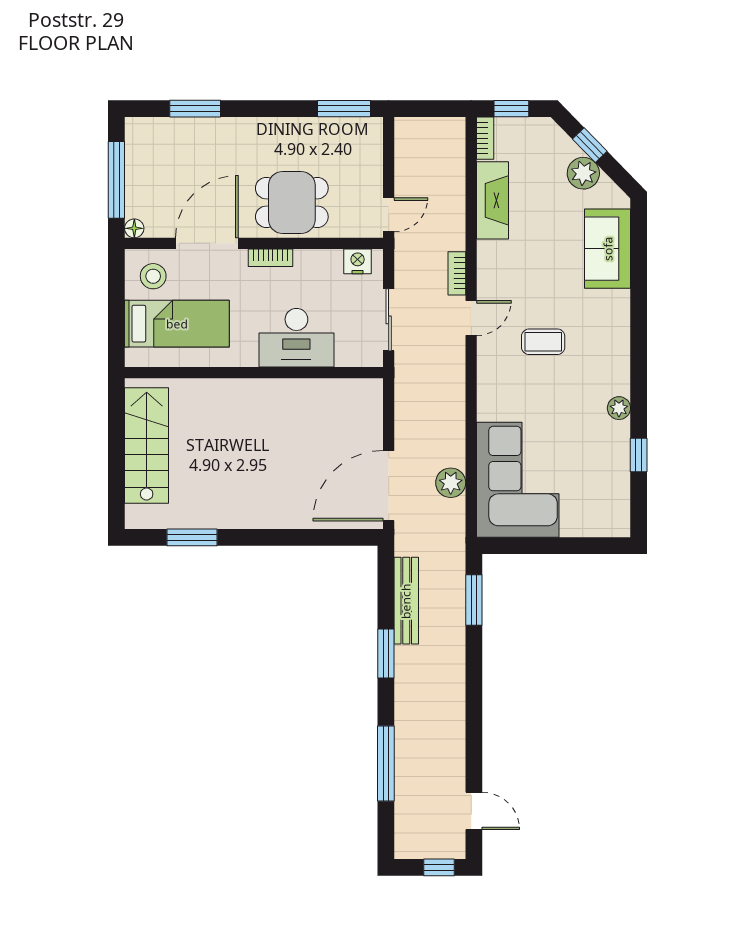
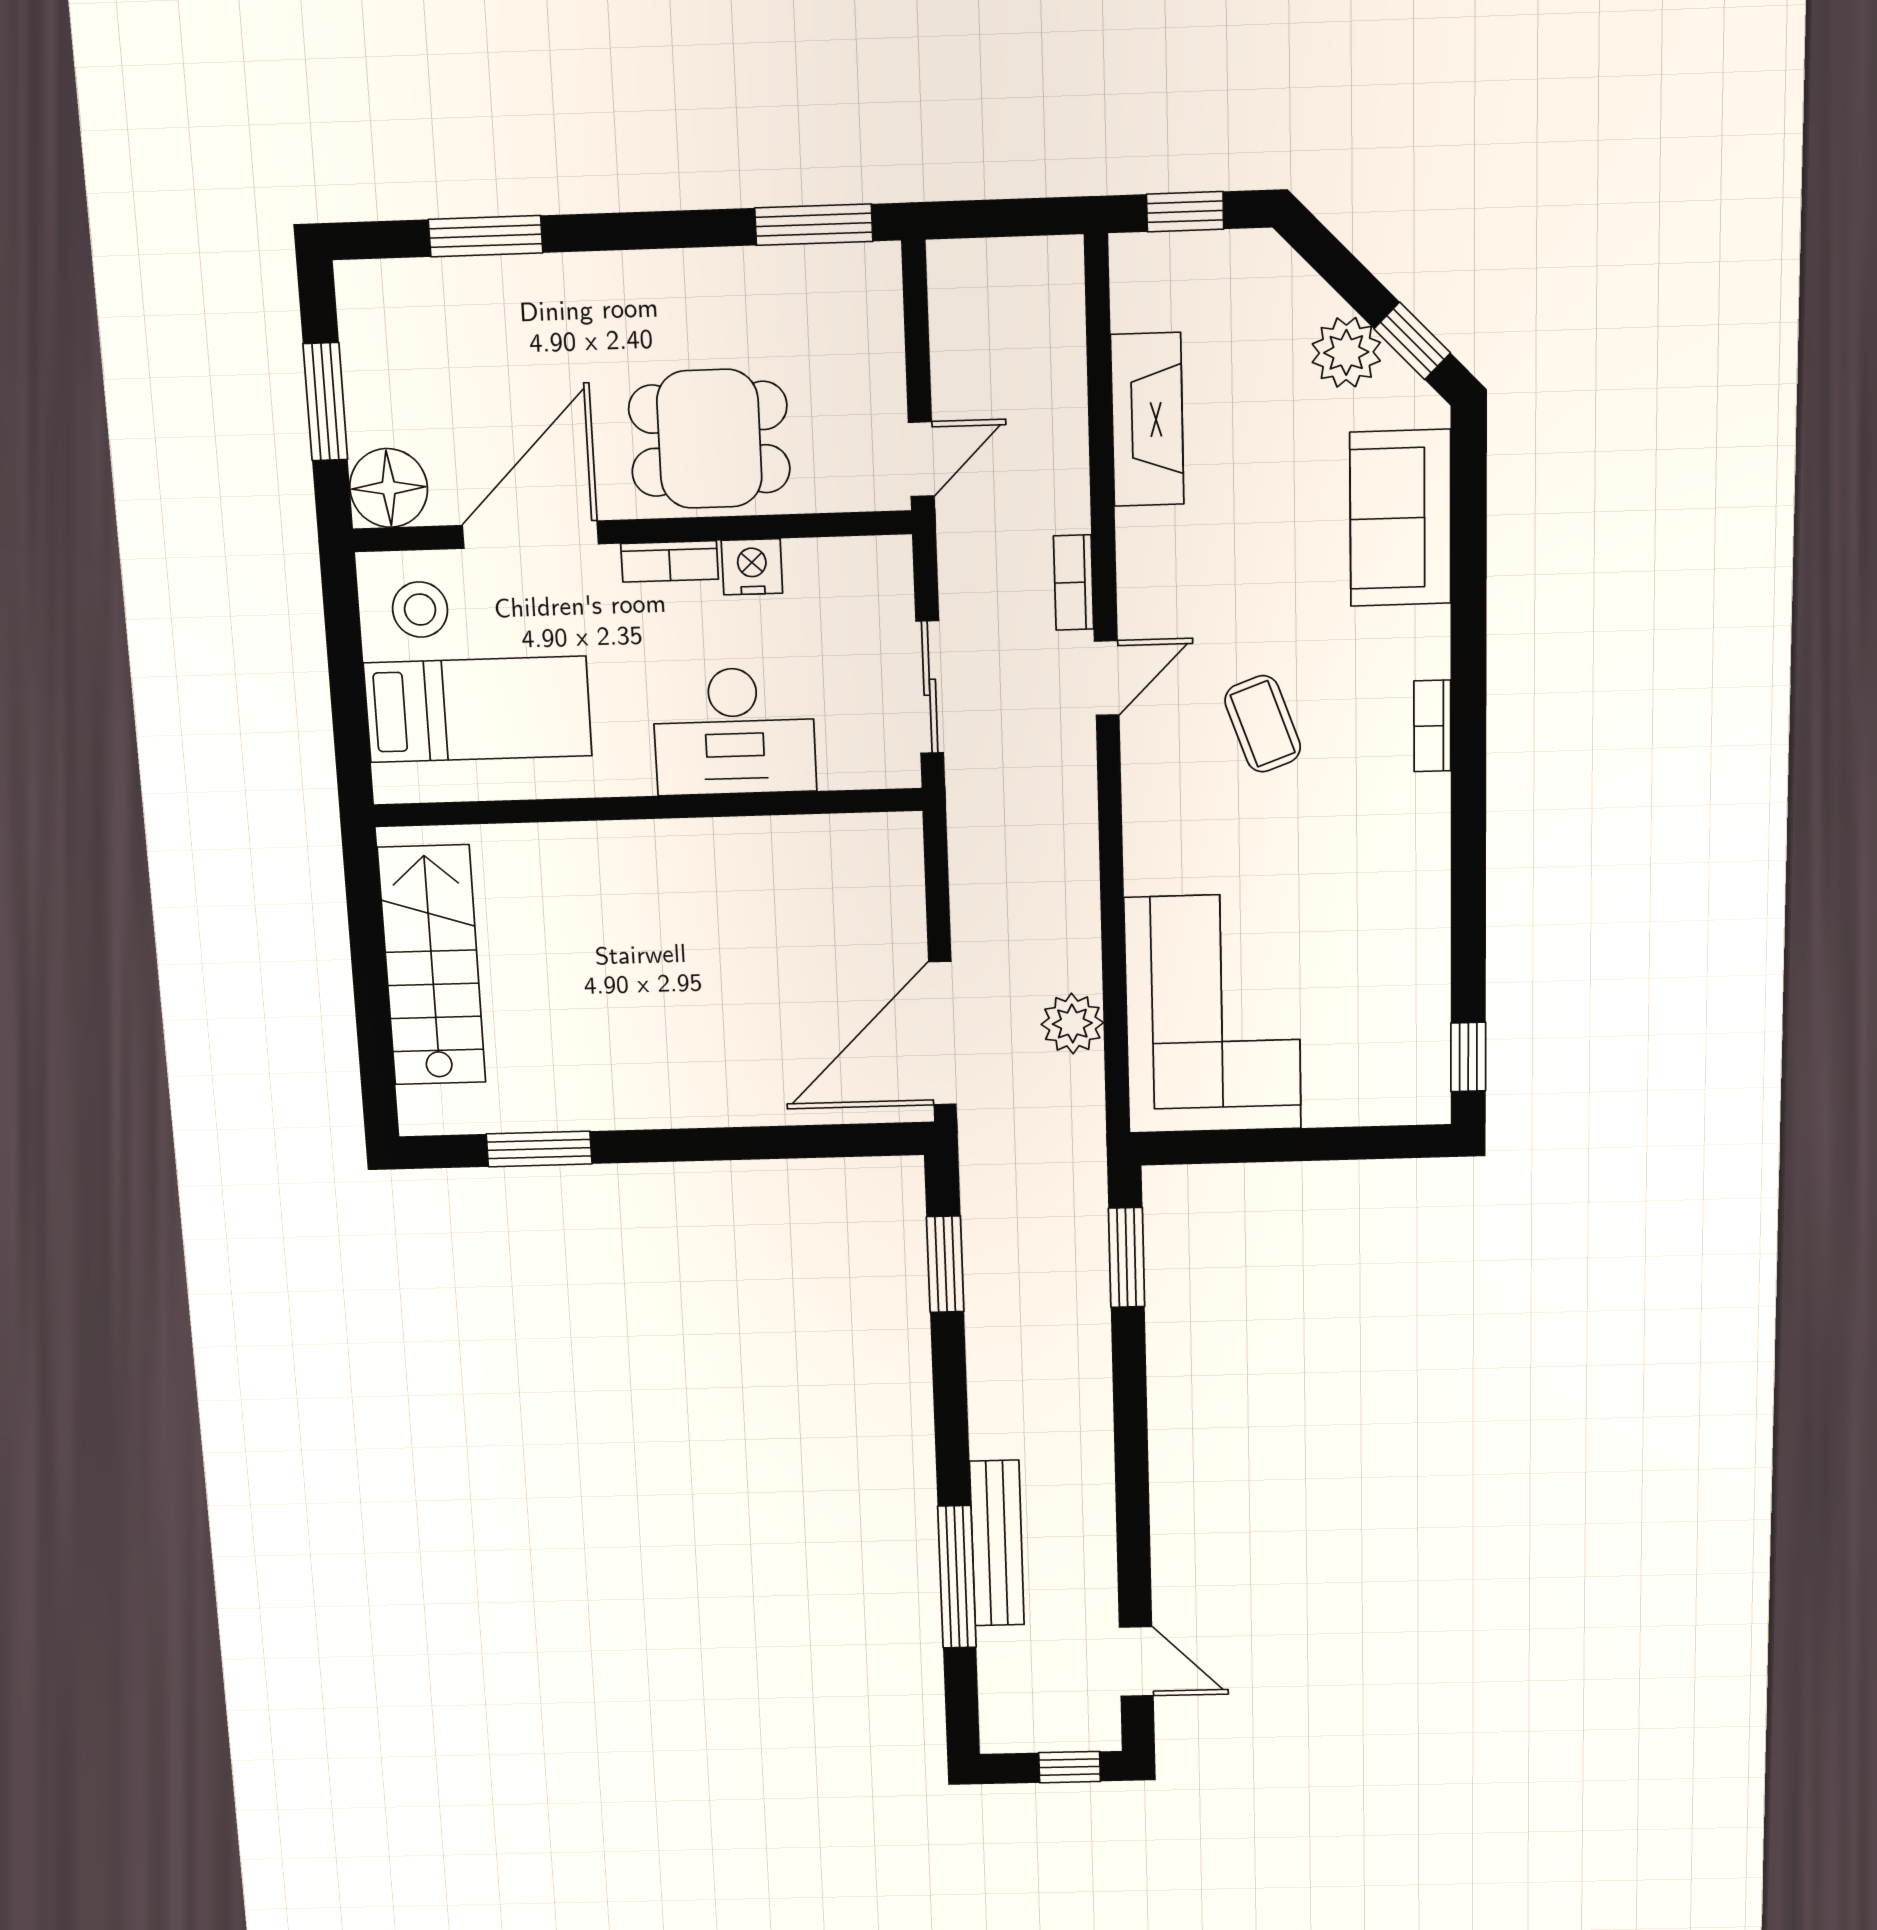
bookcase: (485, 138) -> (1432, 726), moved, turned 180
window: (590, 145) -> (1412, 341), moved
window: (116, 180) -> (325, 402), width x0.69
floor lamp: (134, 228) -> (389, 488), width x1.89, depth x1.89
nightstand: (358, 261) -> (752, 567), moved
coffee table: (543, 342) -> (1263, 724), turned 70
plant: (619, 408) -> (1426, 859), removed
window: (639, 455) -> (1468, 1057), moved
bench: (406, 601) -> (997, 1543), moved
window: (386, 653) -> (945, 1264), moved

